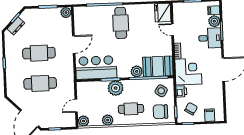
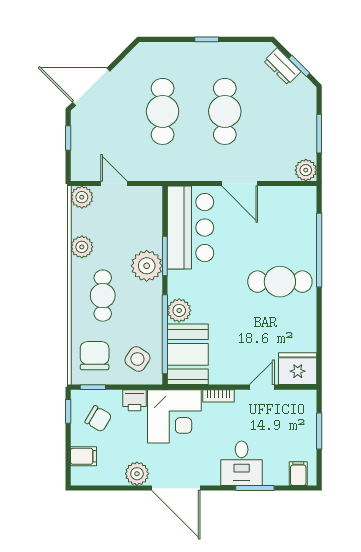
plant: (214, 21) -> (137, 474), moved

